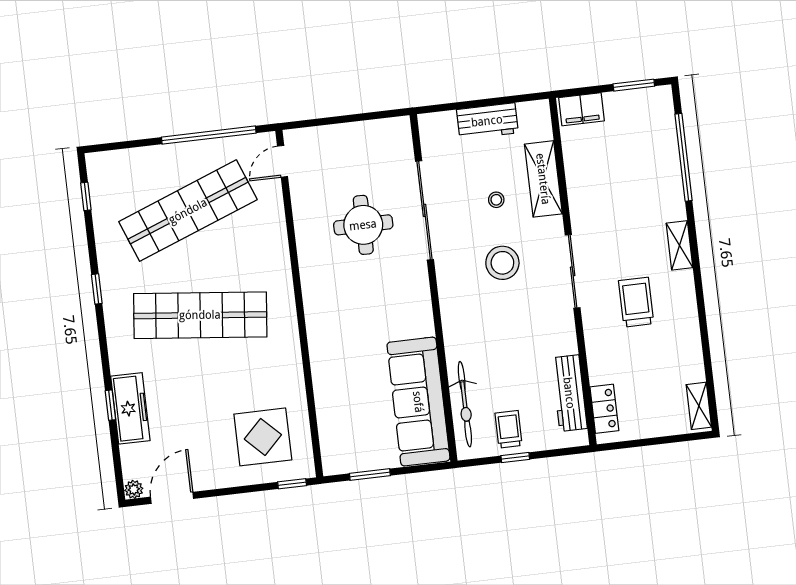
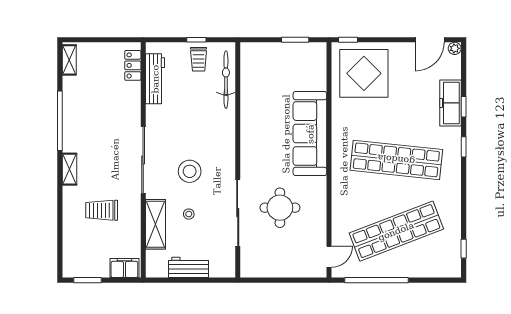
window: (683, 157) -> (60, 121), moved
sliding door: (573, 271) -> (143, 160), width x1.36
window: (97, 289) -> (464, 147), moved
trolley: (636, 302) -> (102, 210), moved, turned 90
sofa: (418, 402) -> (310, 134), moved, turned 180
display table: (263, 437) -> (364, 73), width x1.36, depth x1.36

